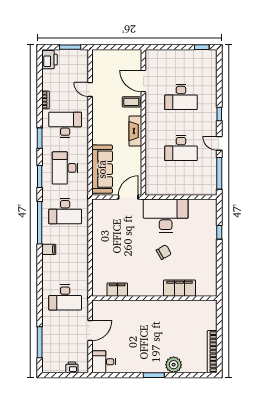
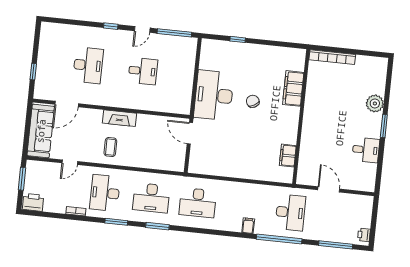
window: (202, 47) -> (33, 72), moved
coffee table: (131, 102) -> (110, 147), moved
desk: (181, 148) -> (143, 71), width x0.73
sofa: (102, 169) -> (41, 131), moved, turned 90
desk: (65, 211) -> (198, 203), turned 90
window: (40, 223) -> (279, 239), moved
filing cabinet: (49, 249) -> (248, 226), moved
bookcase: (212, 352) -> (332, 57), moved
desk: (104, 362) -> (366, 150), moved, turned -90
printer: (72, 367) -> (364, 235), moved

